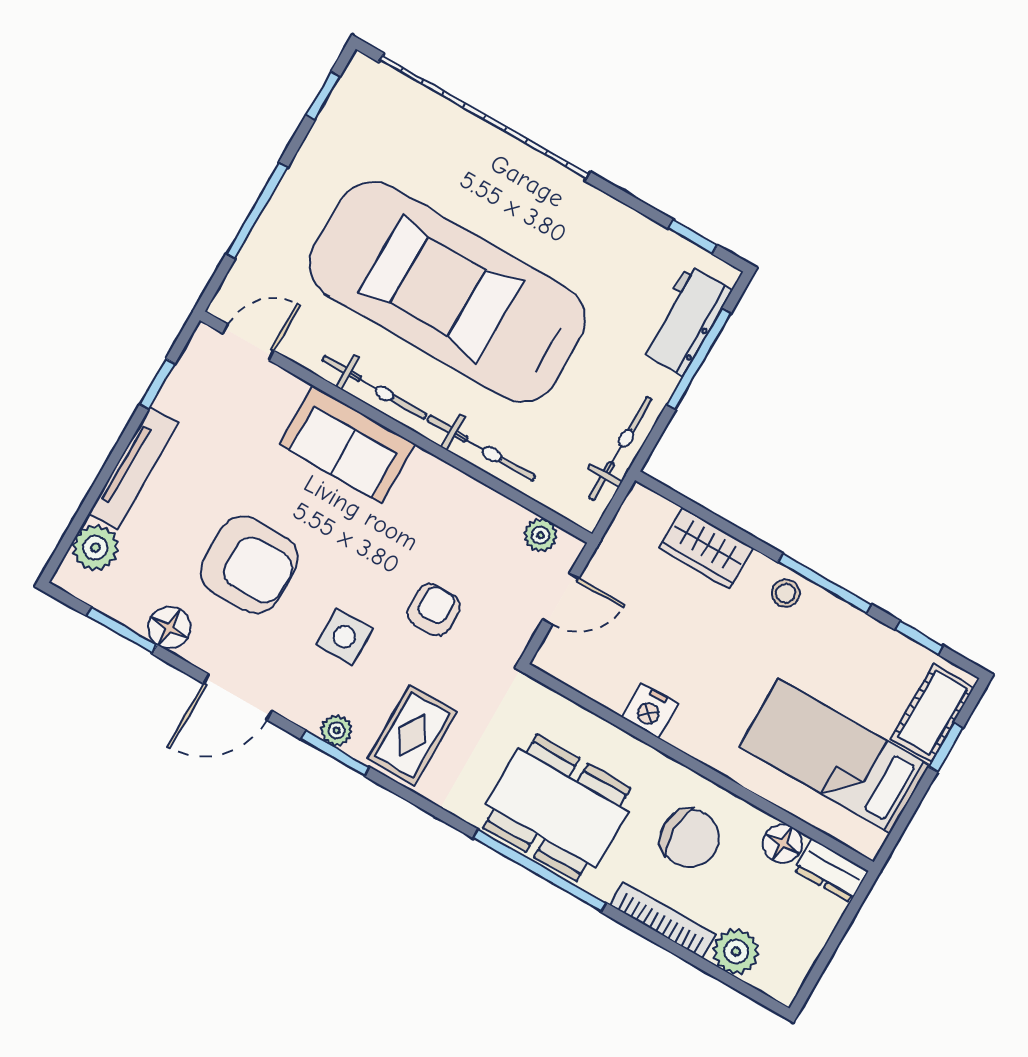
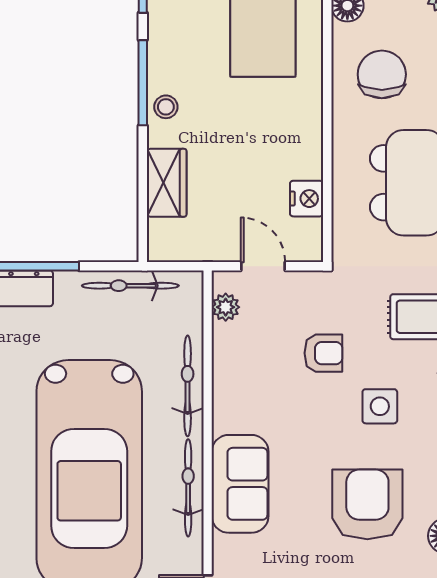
armchair: (434, 610) -> (323, 353), turned 180
nightstand: (650, 711) -> (307, 199), moved

